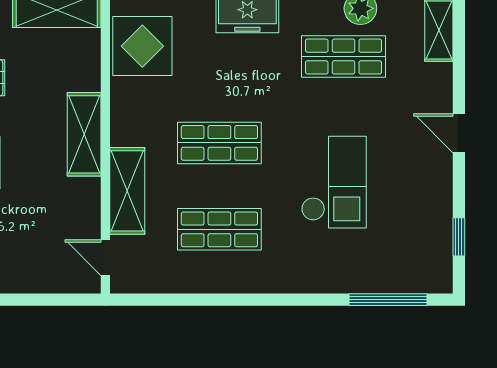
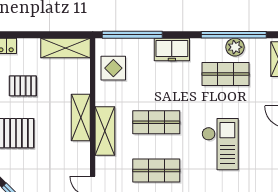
display table: (142, 46) -> (113, 68), width x0.73, depth x0.73
shelving: (127, 191) -> (105, 131), moved

